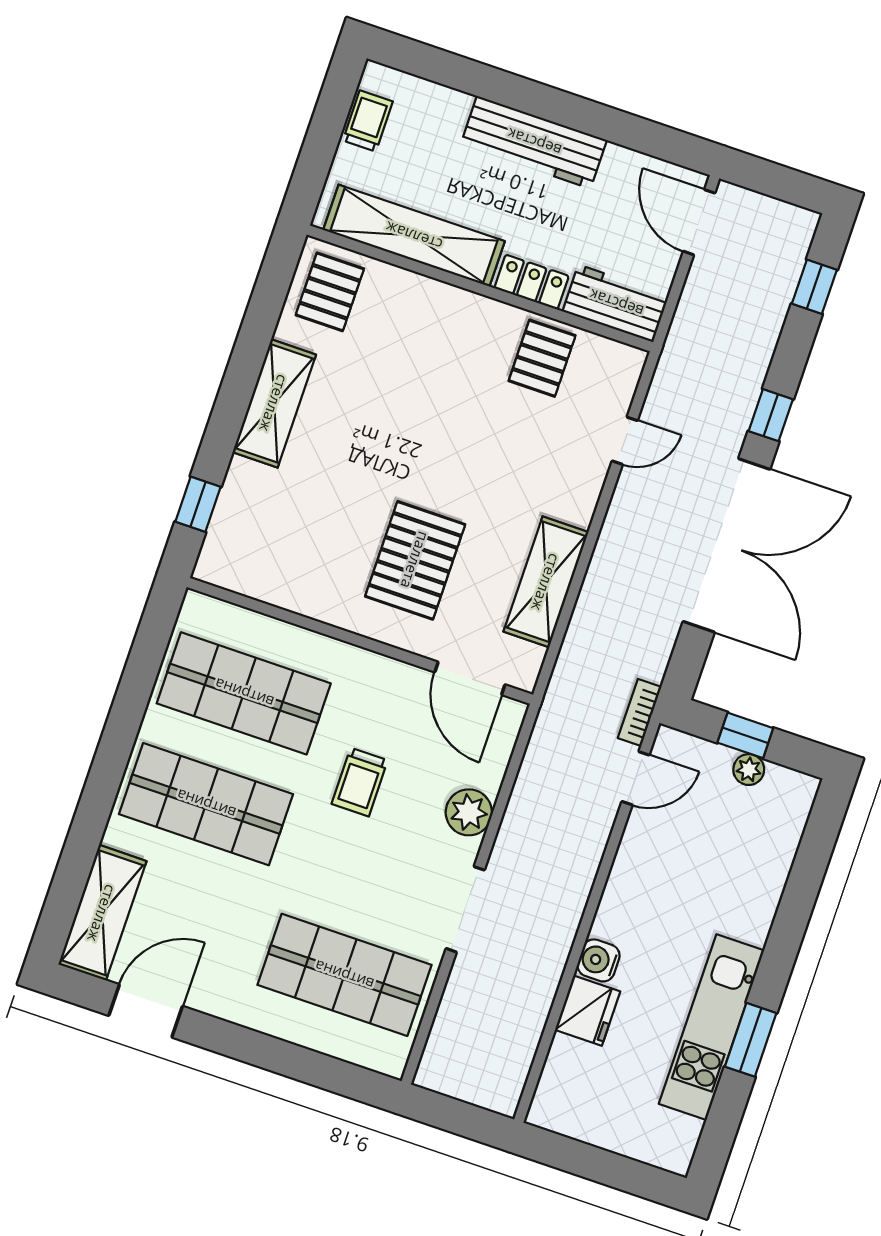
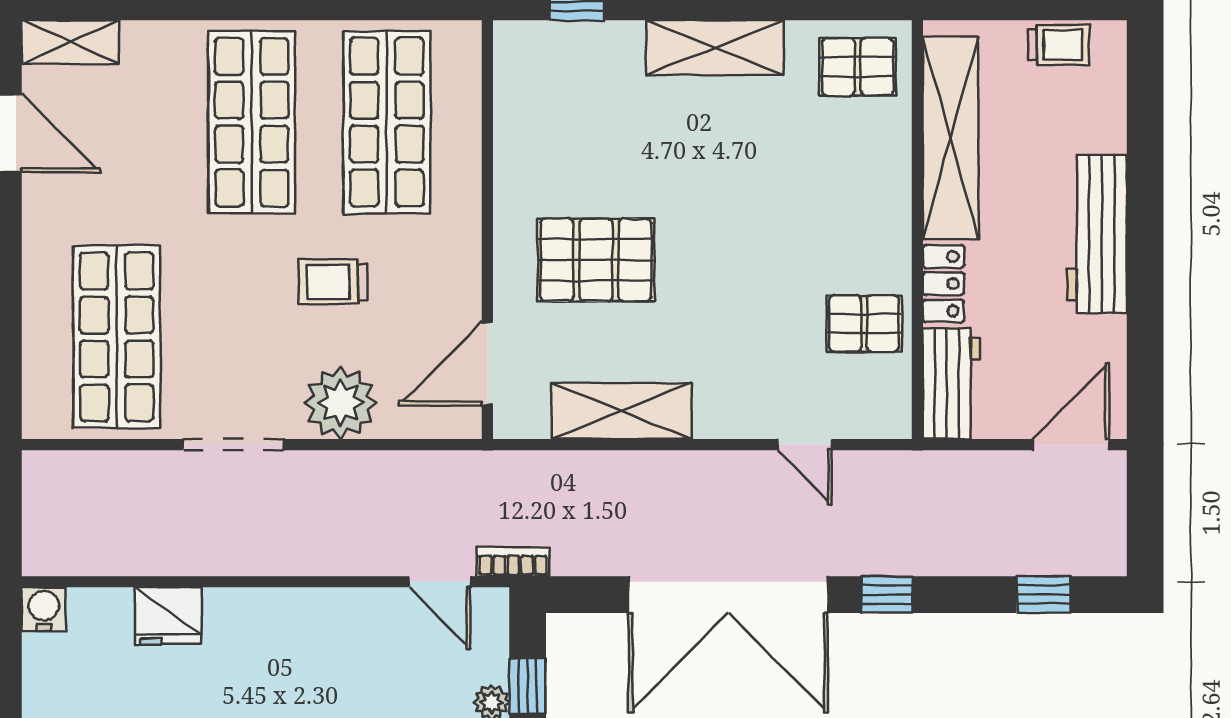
plant: (469, 812) -> (341, 403), width x1.36, depth x1.36
shelving: (102, 913) -> (70, 42), width x0.67, depth x0.75
water cooler: (598, 960) -> (44, 609), moved

